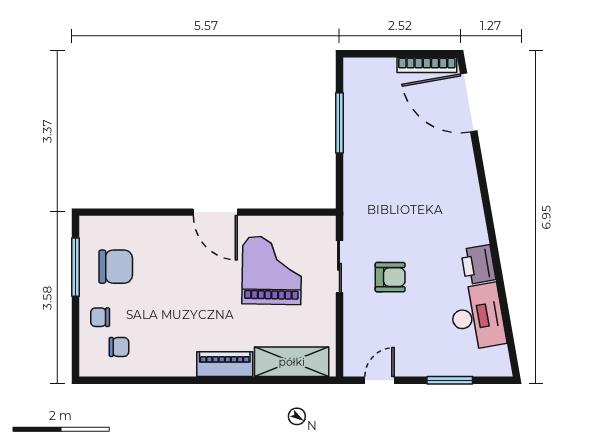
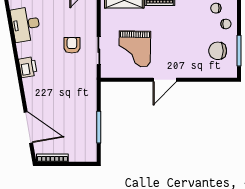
door: (469, 102) -> (28, 127), moved
door: (215, 212) -> (165, 80), swing flipped
printer: (478, 265) -> (28, 67), moved
armchair: (390, 277) -> (72, 45), turned 90

